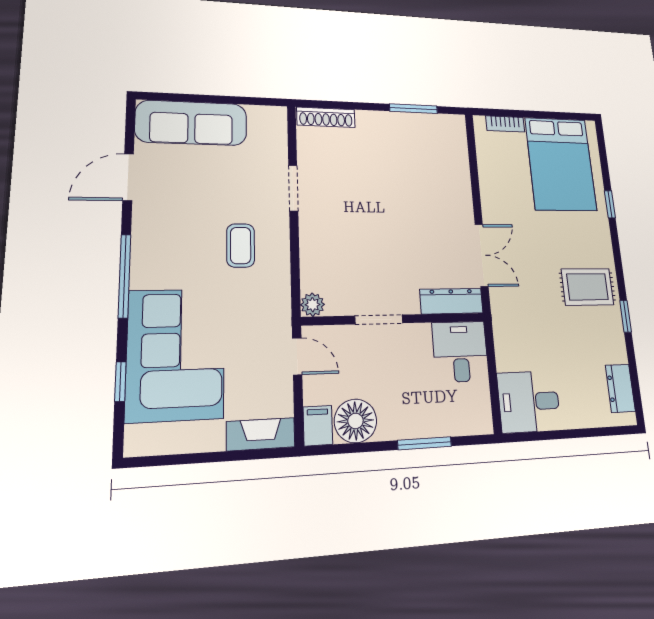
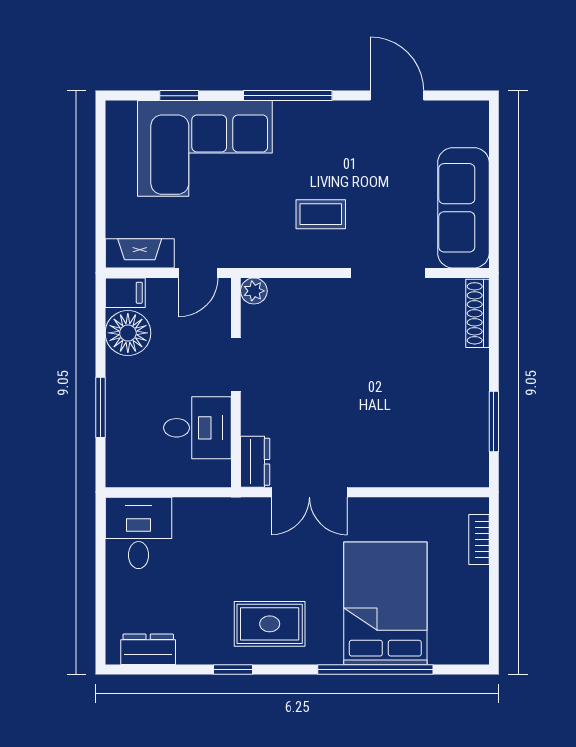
sofa: (191, 123) -> (463, 208), moved
bed: (561, 164) -> (385, 603), moved, turned 90
doorway: (293, 188) -> (388, 273), width x1.38
window: (610, 204) -> (375, 670), width x3.17
rug: (587, 287) -> (270, 624), turned 90
dresser: (452, 301) -> (255, 462), width x0.70
desk: (460, 352) -> (197, 428), moved
fireplace: (261, 434) -> (140, 253), moved, turned -90

